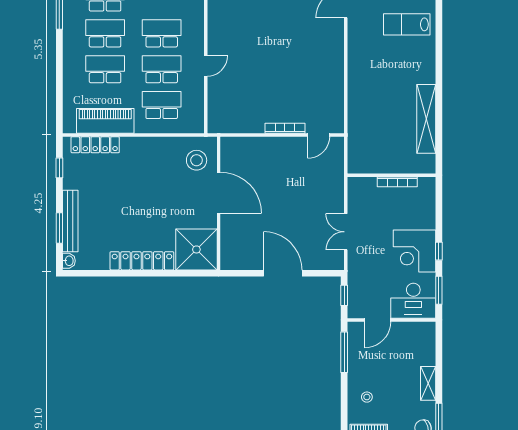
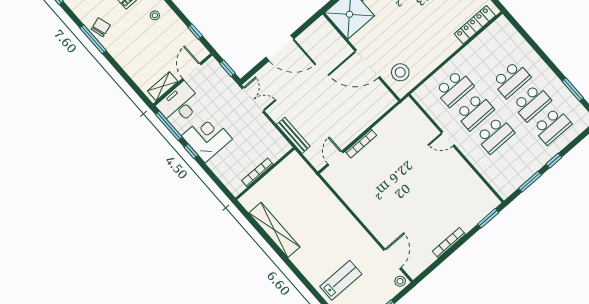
door: (206, 66) -> (448, 139), hinge flipped
piano: (105, 121) -> (482, 46), removed
bench: (338, 187) -> (293, 135), added
double door: (346, 232) -> (253, 100), moved
window: (439, 290) -> (169, 126), width x1.44
window: (344, 352) -> (195, 31), width x0.46
shelving: (428, 383) -> (163, 86), moved, turned 90

